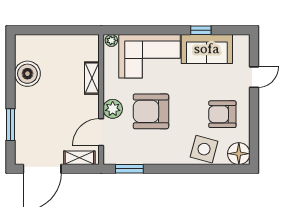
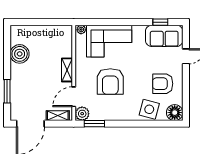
window: (201, 30) -> (160, 22), moved
sofa: (207, 49) -> (164, 36), moved
shelving: (92, 78) -> (67, 70), moved
plant: (113, 109) -> (82, 114), moved
armchair: (151, 111) -> (110, 82), turned -90

